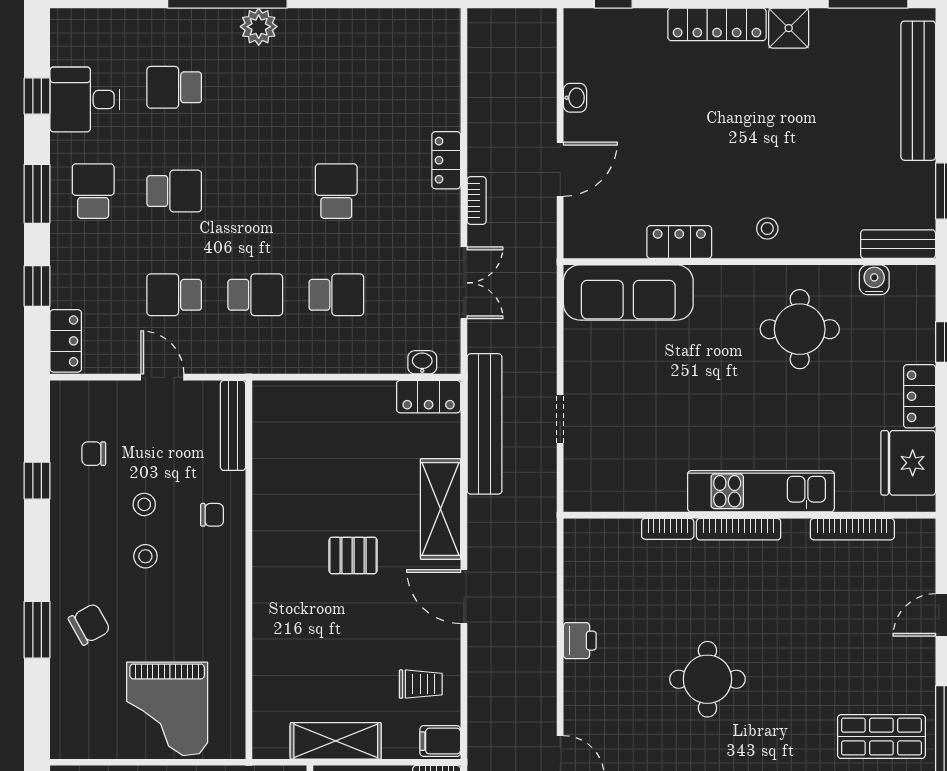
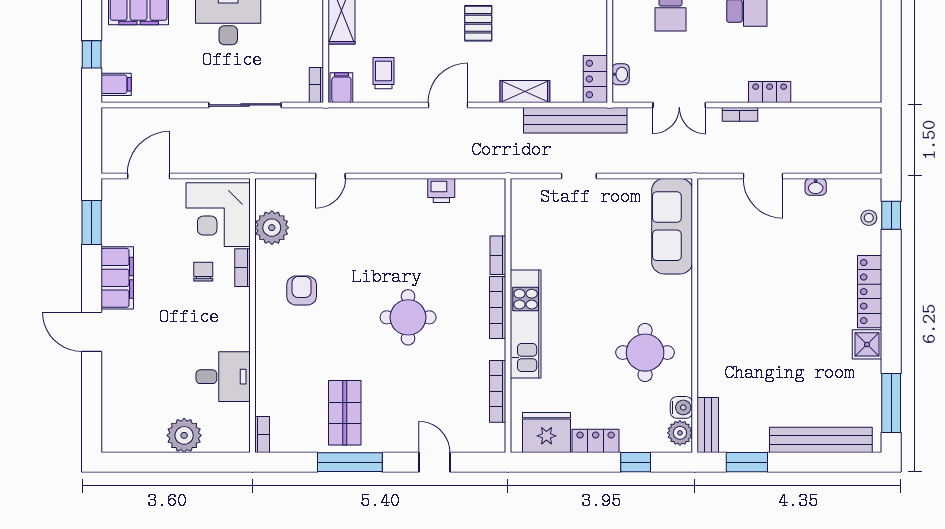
stool: (767, 228) -> (869, 218), moved
locker: (679, 242) -> (709, 264), removed
plant: (909, 282) -> (680, 433), added
shelving: (440, 509) -> (525, 91), width x0.67, depth x0.75
printer: (580, 641) -> (441, 190), moved
round table: (707, 679) -> (408, 317), moved
trolley: (421, 684) -> (383, 73), turned 180

